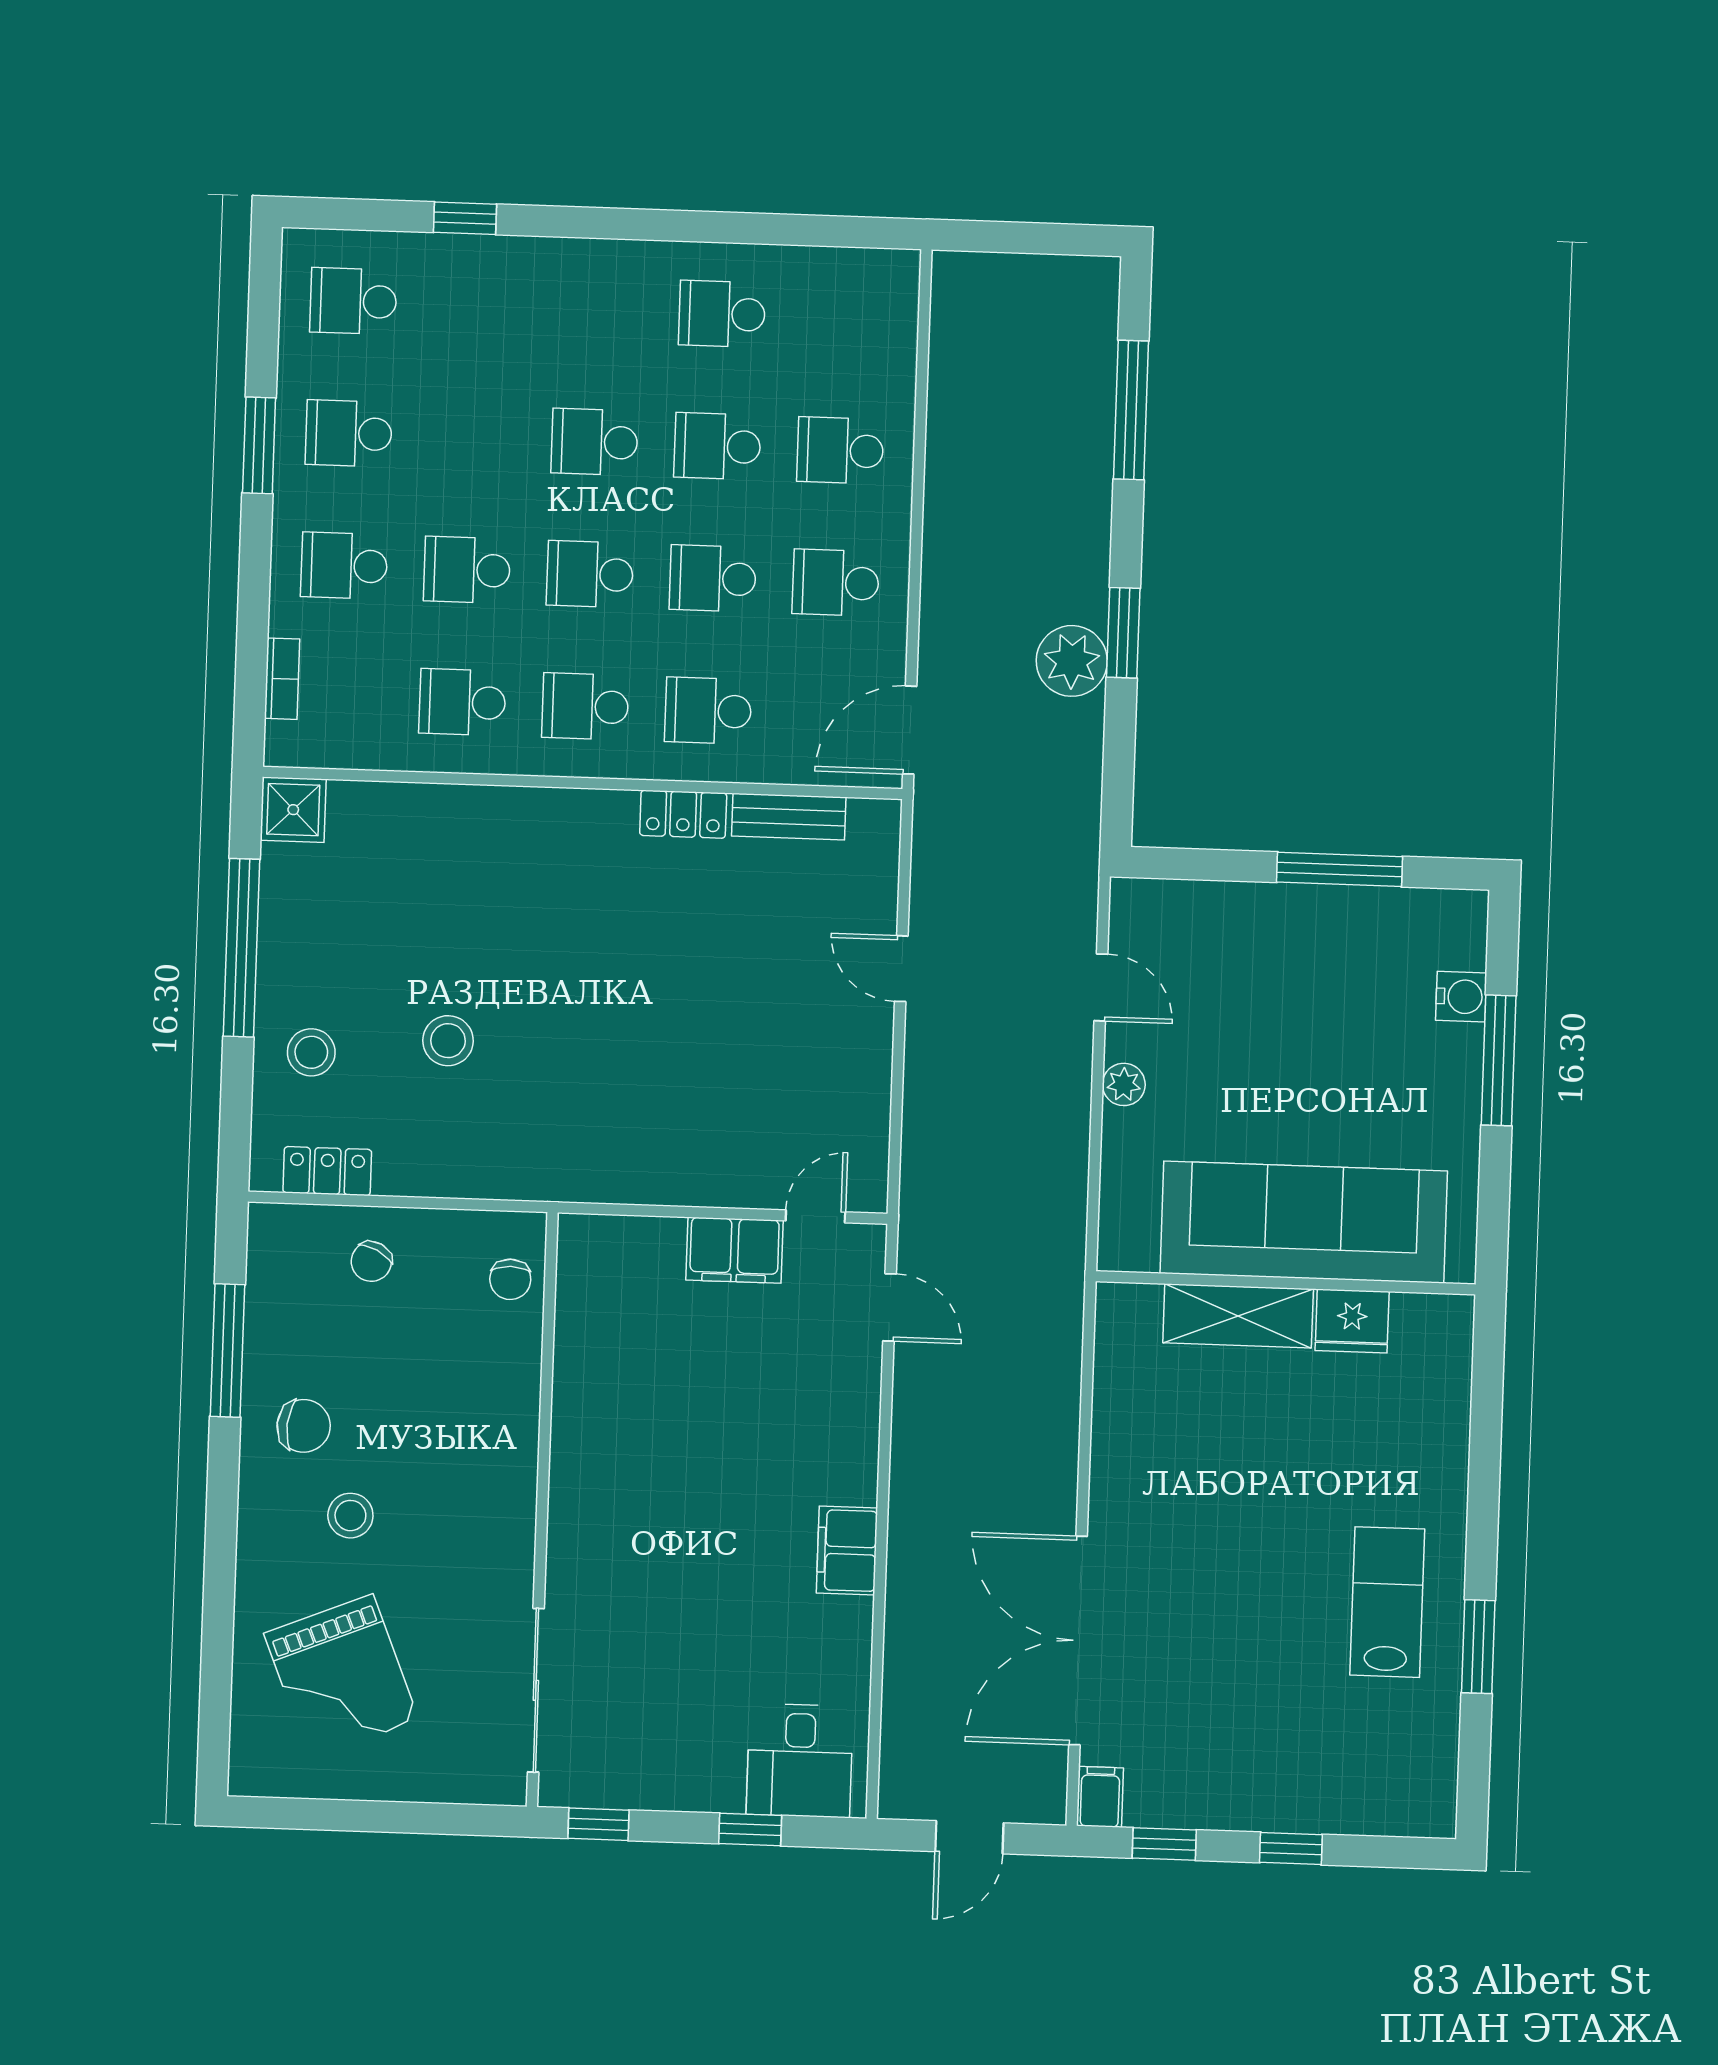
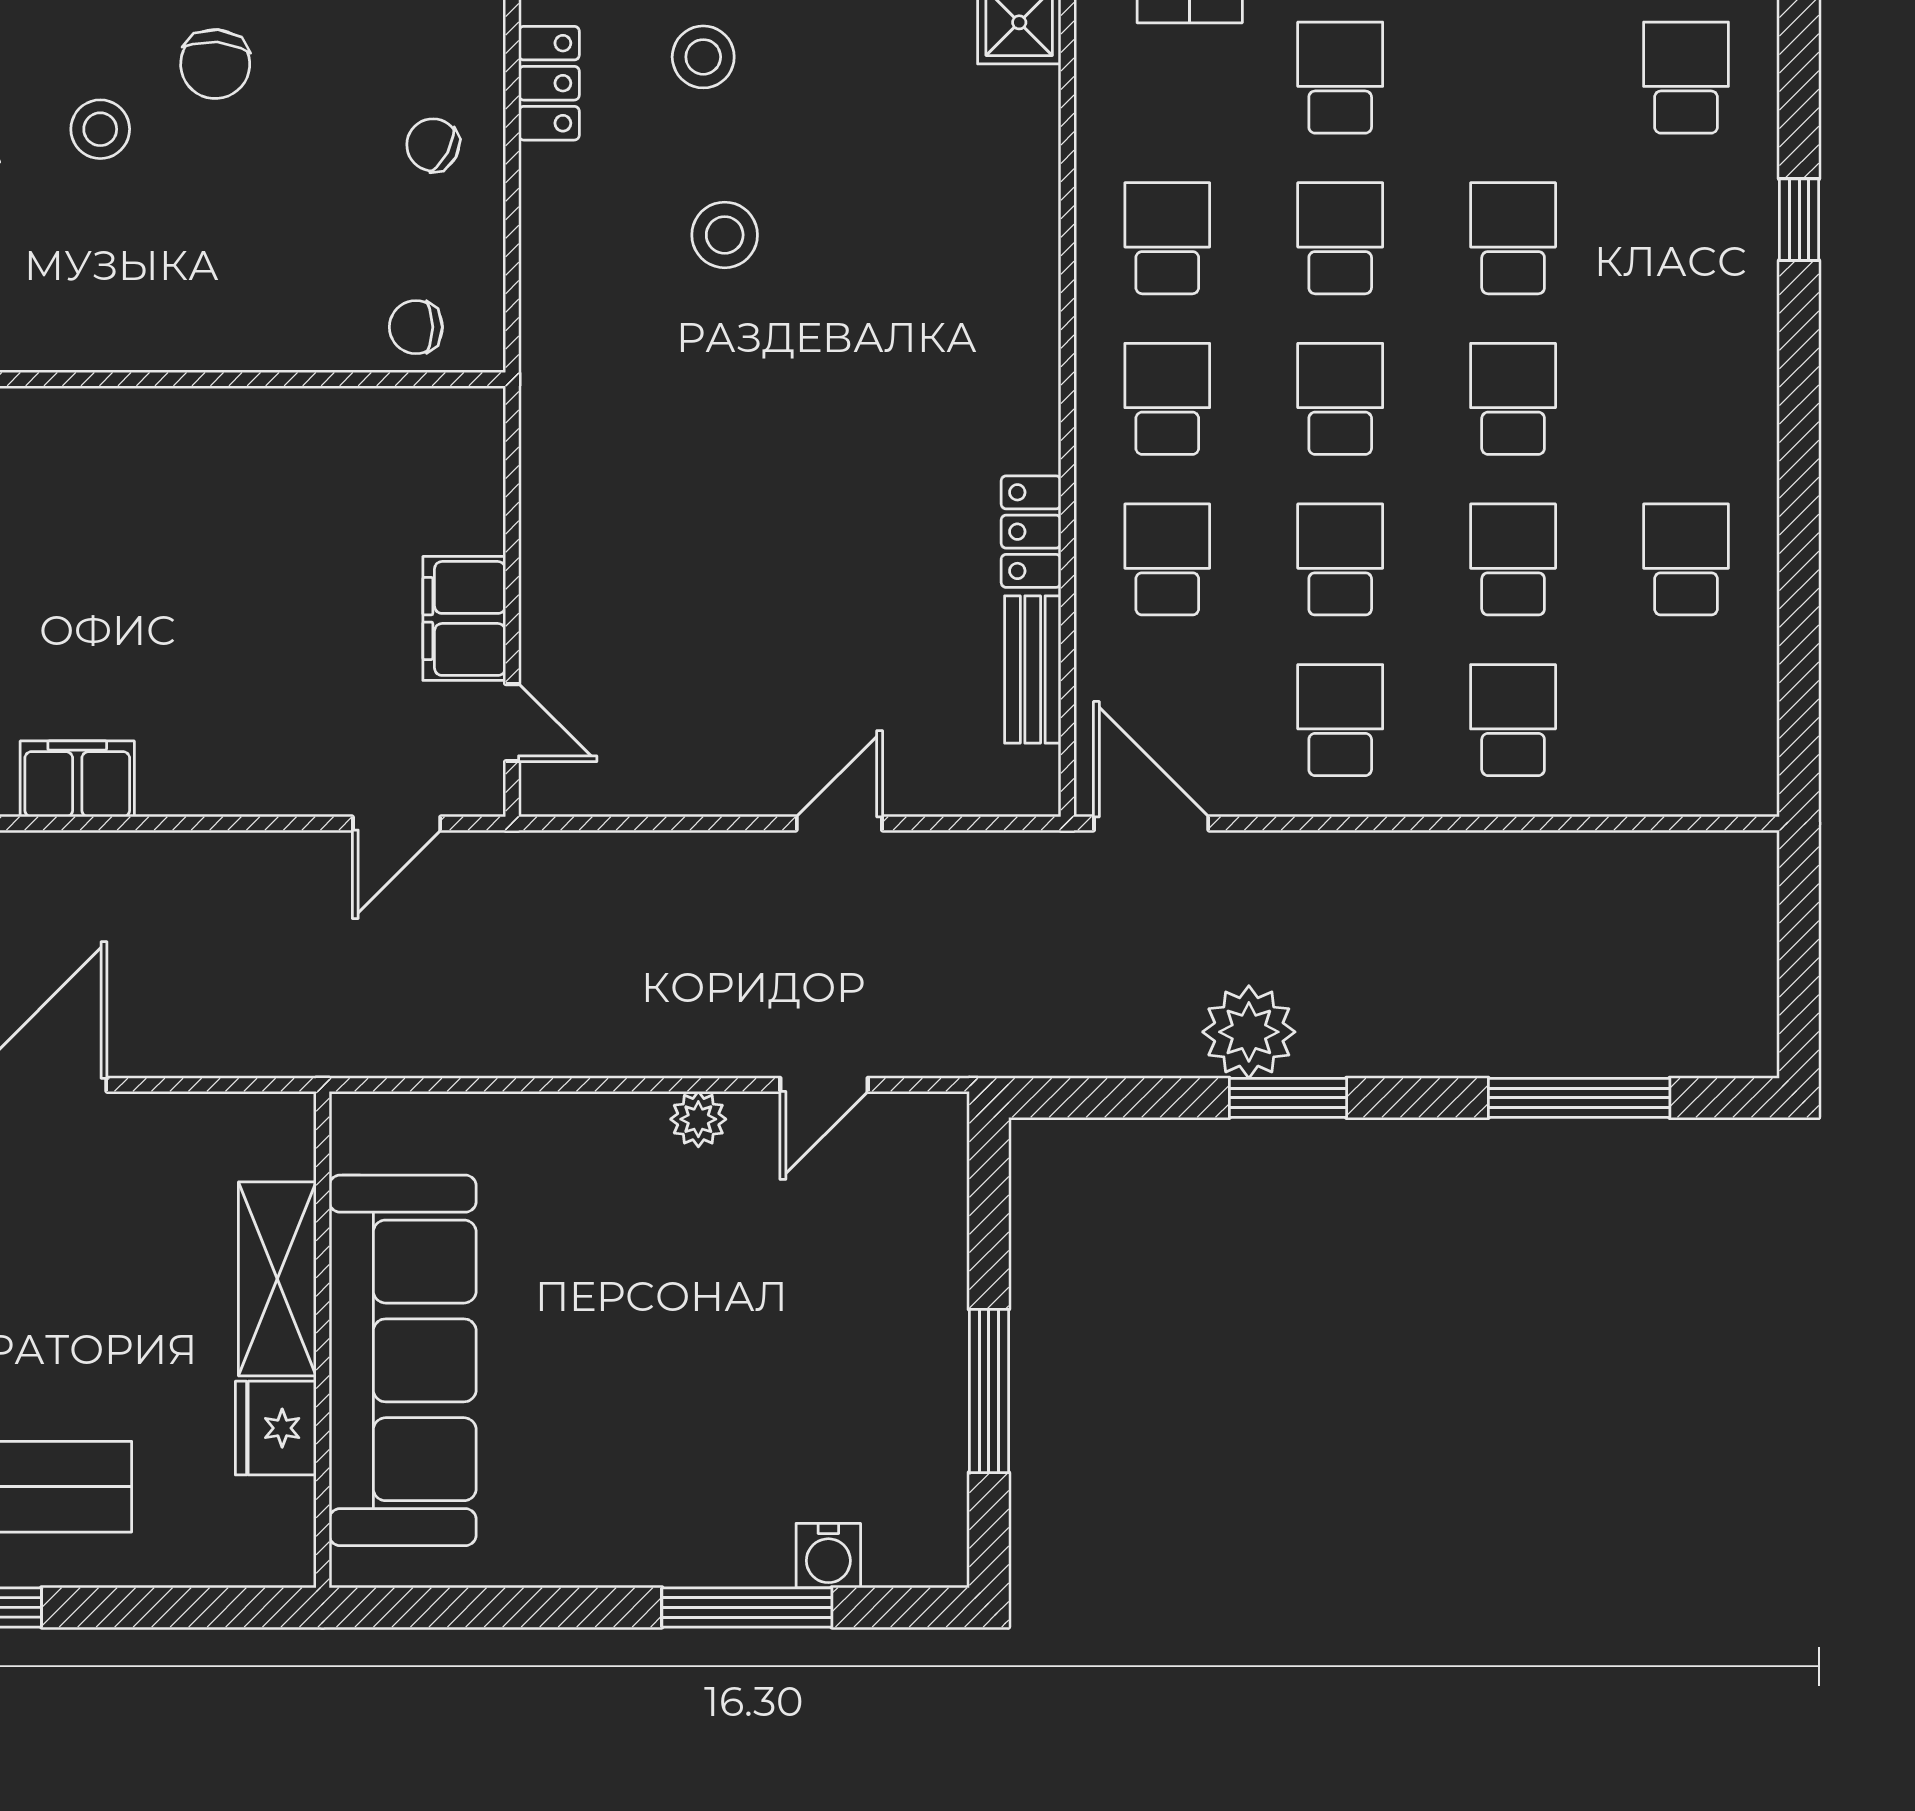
school desk: (349, 433) -> (1513, 238), moved
sofa: (1304, 1222) -> (403, 1360), moved
wall: (1286, 1283) -> (323, 1340), moved
shelving: (1238, 1316) -> (277, 1279), moved
fridge: (1352, 1321) -> (276, 1428), moved

